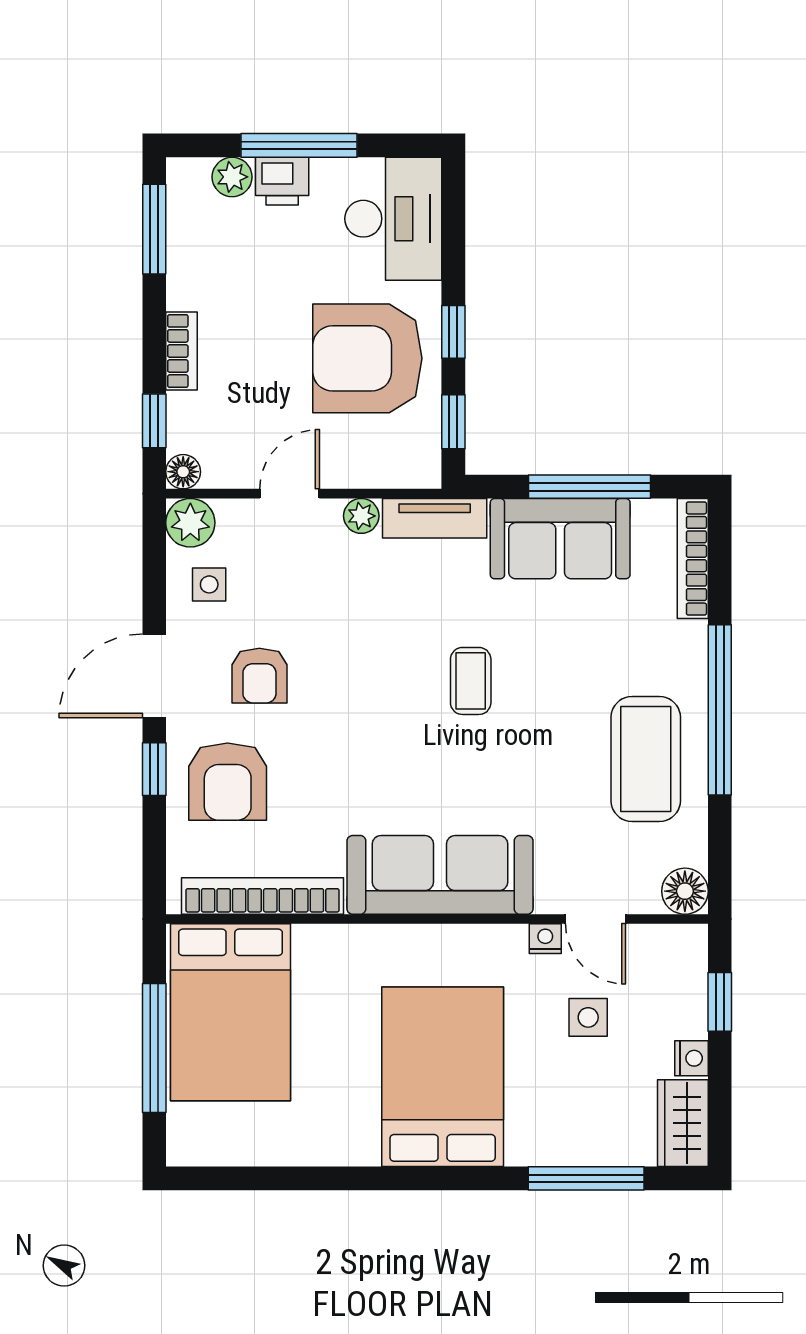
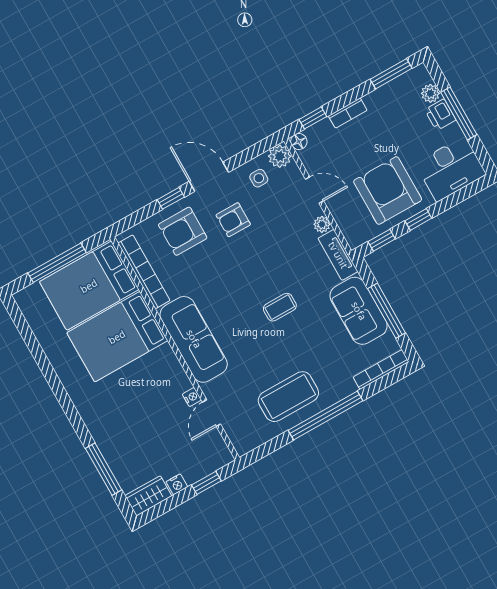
floor lamp: (685, 891) -> (244, 443), removed
side table: (588, 1017) -> (170, 433), removed
bed: (443, 1077) -> (117, 337), moved, turned 180

